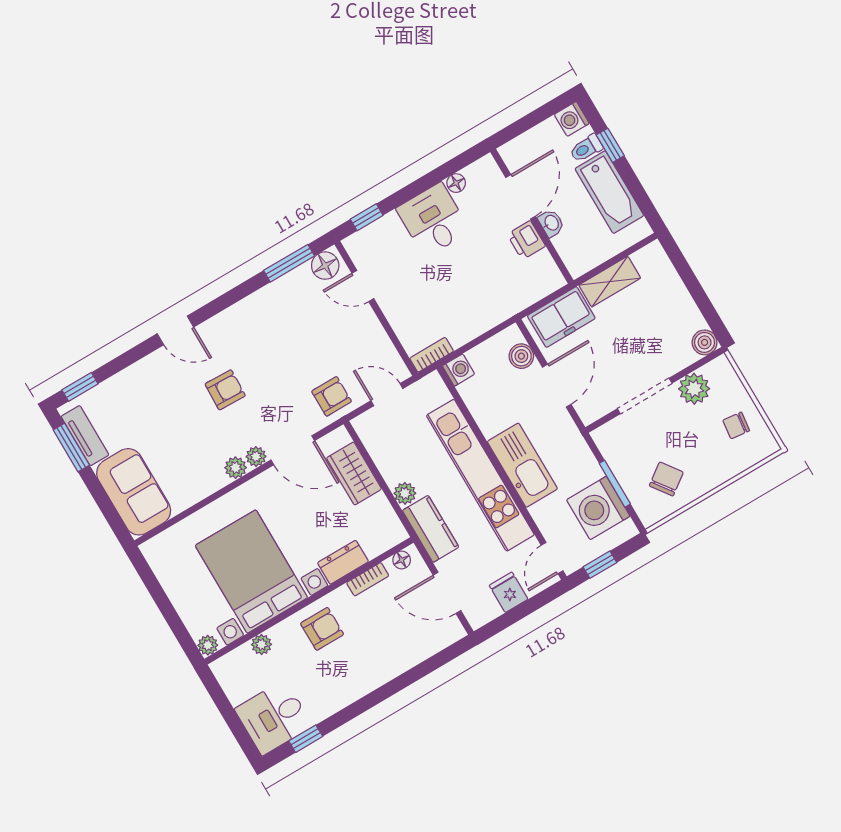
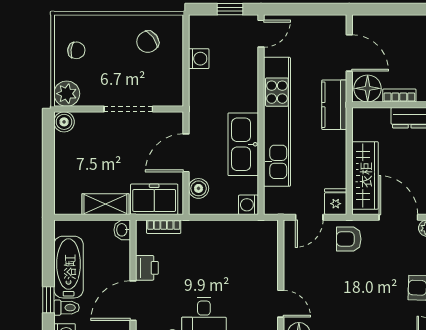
washbasin: (551, 223) -> (122, 230), moved
bookcase: (432, 355) -> (164, 227), moved
plant: (694, 389) -> (67, 94), moved
door: (387, 395) -> (309, 217), hinge flipped
kitchen sink: (522, 465) -> (243, 144), moved
wardrobe: (354, 473) -> (365, 175), width x1.50
window: (615, 484) -> (186, 60), removed
plant: (405, 493) -> (338, 140), removed
washing machine: (598, 508) -> (199, 59), width x0.53, depth x0.53
floor lamp: (402, 560) -> (368, 88), width x1.89, depth x1.89
fridge: (509, 592) -> (336, 202), moved, turned 180

